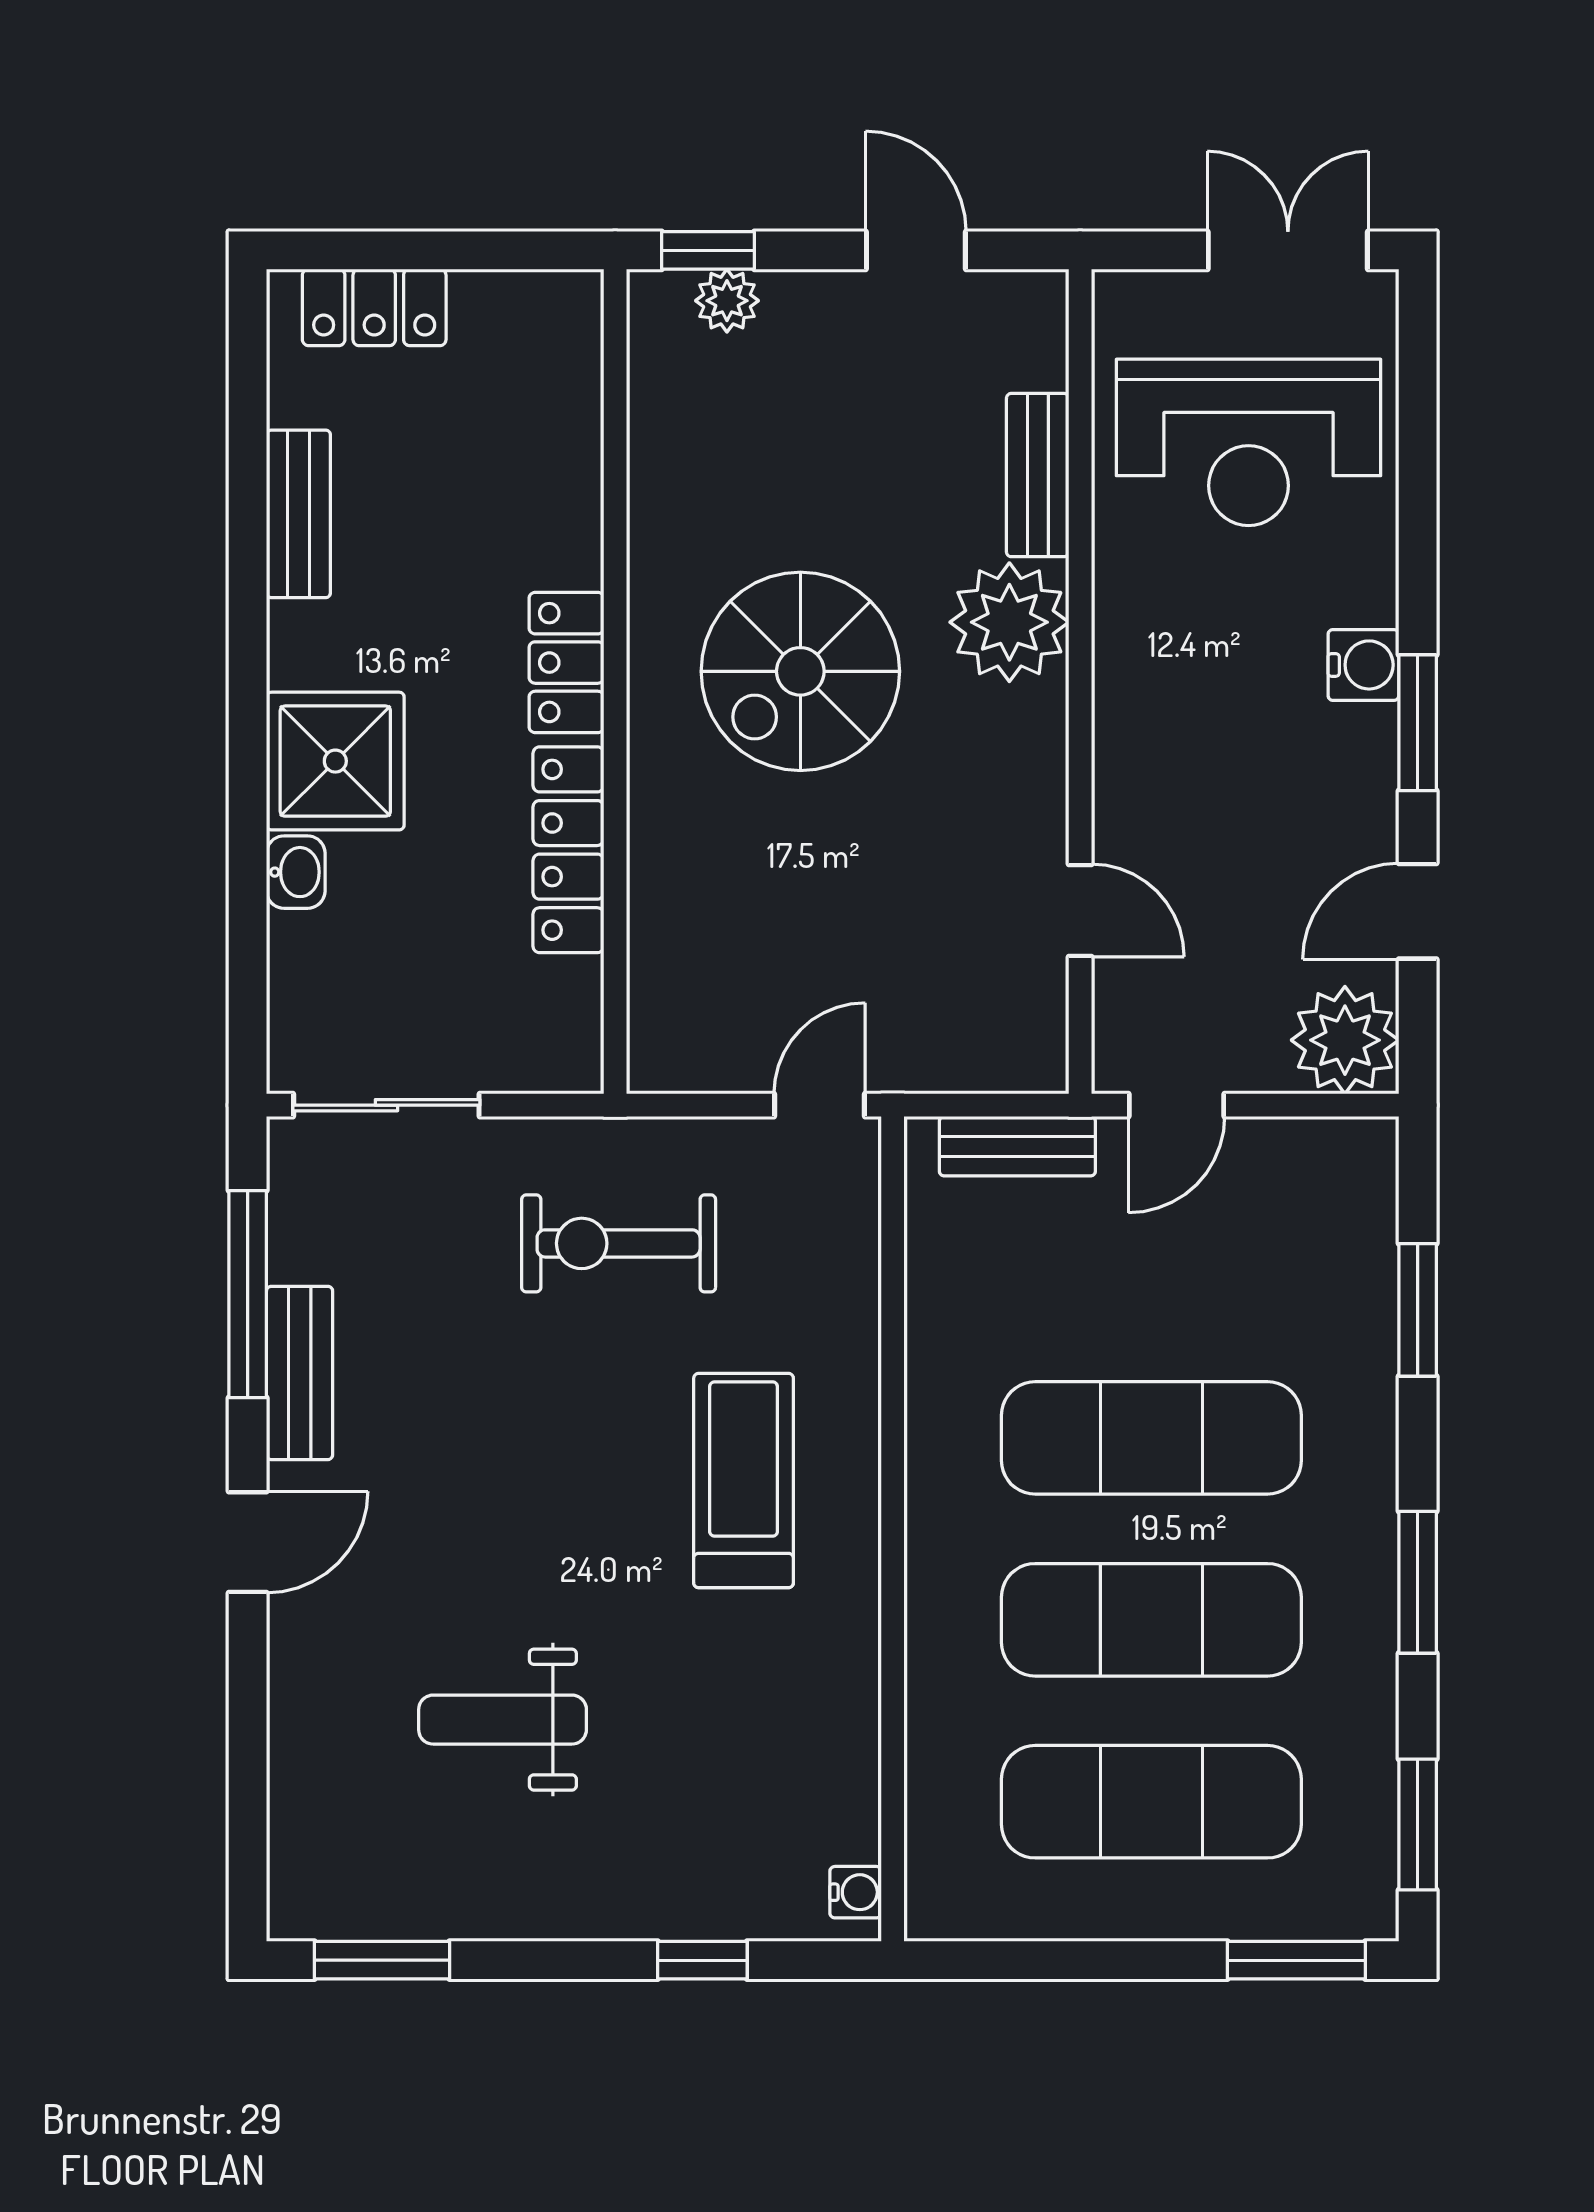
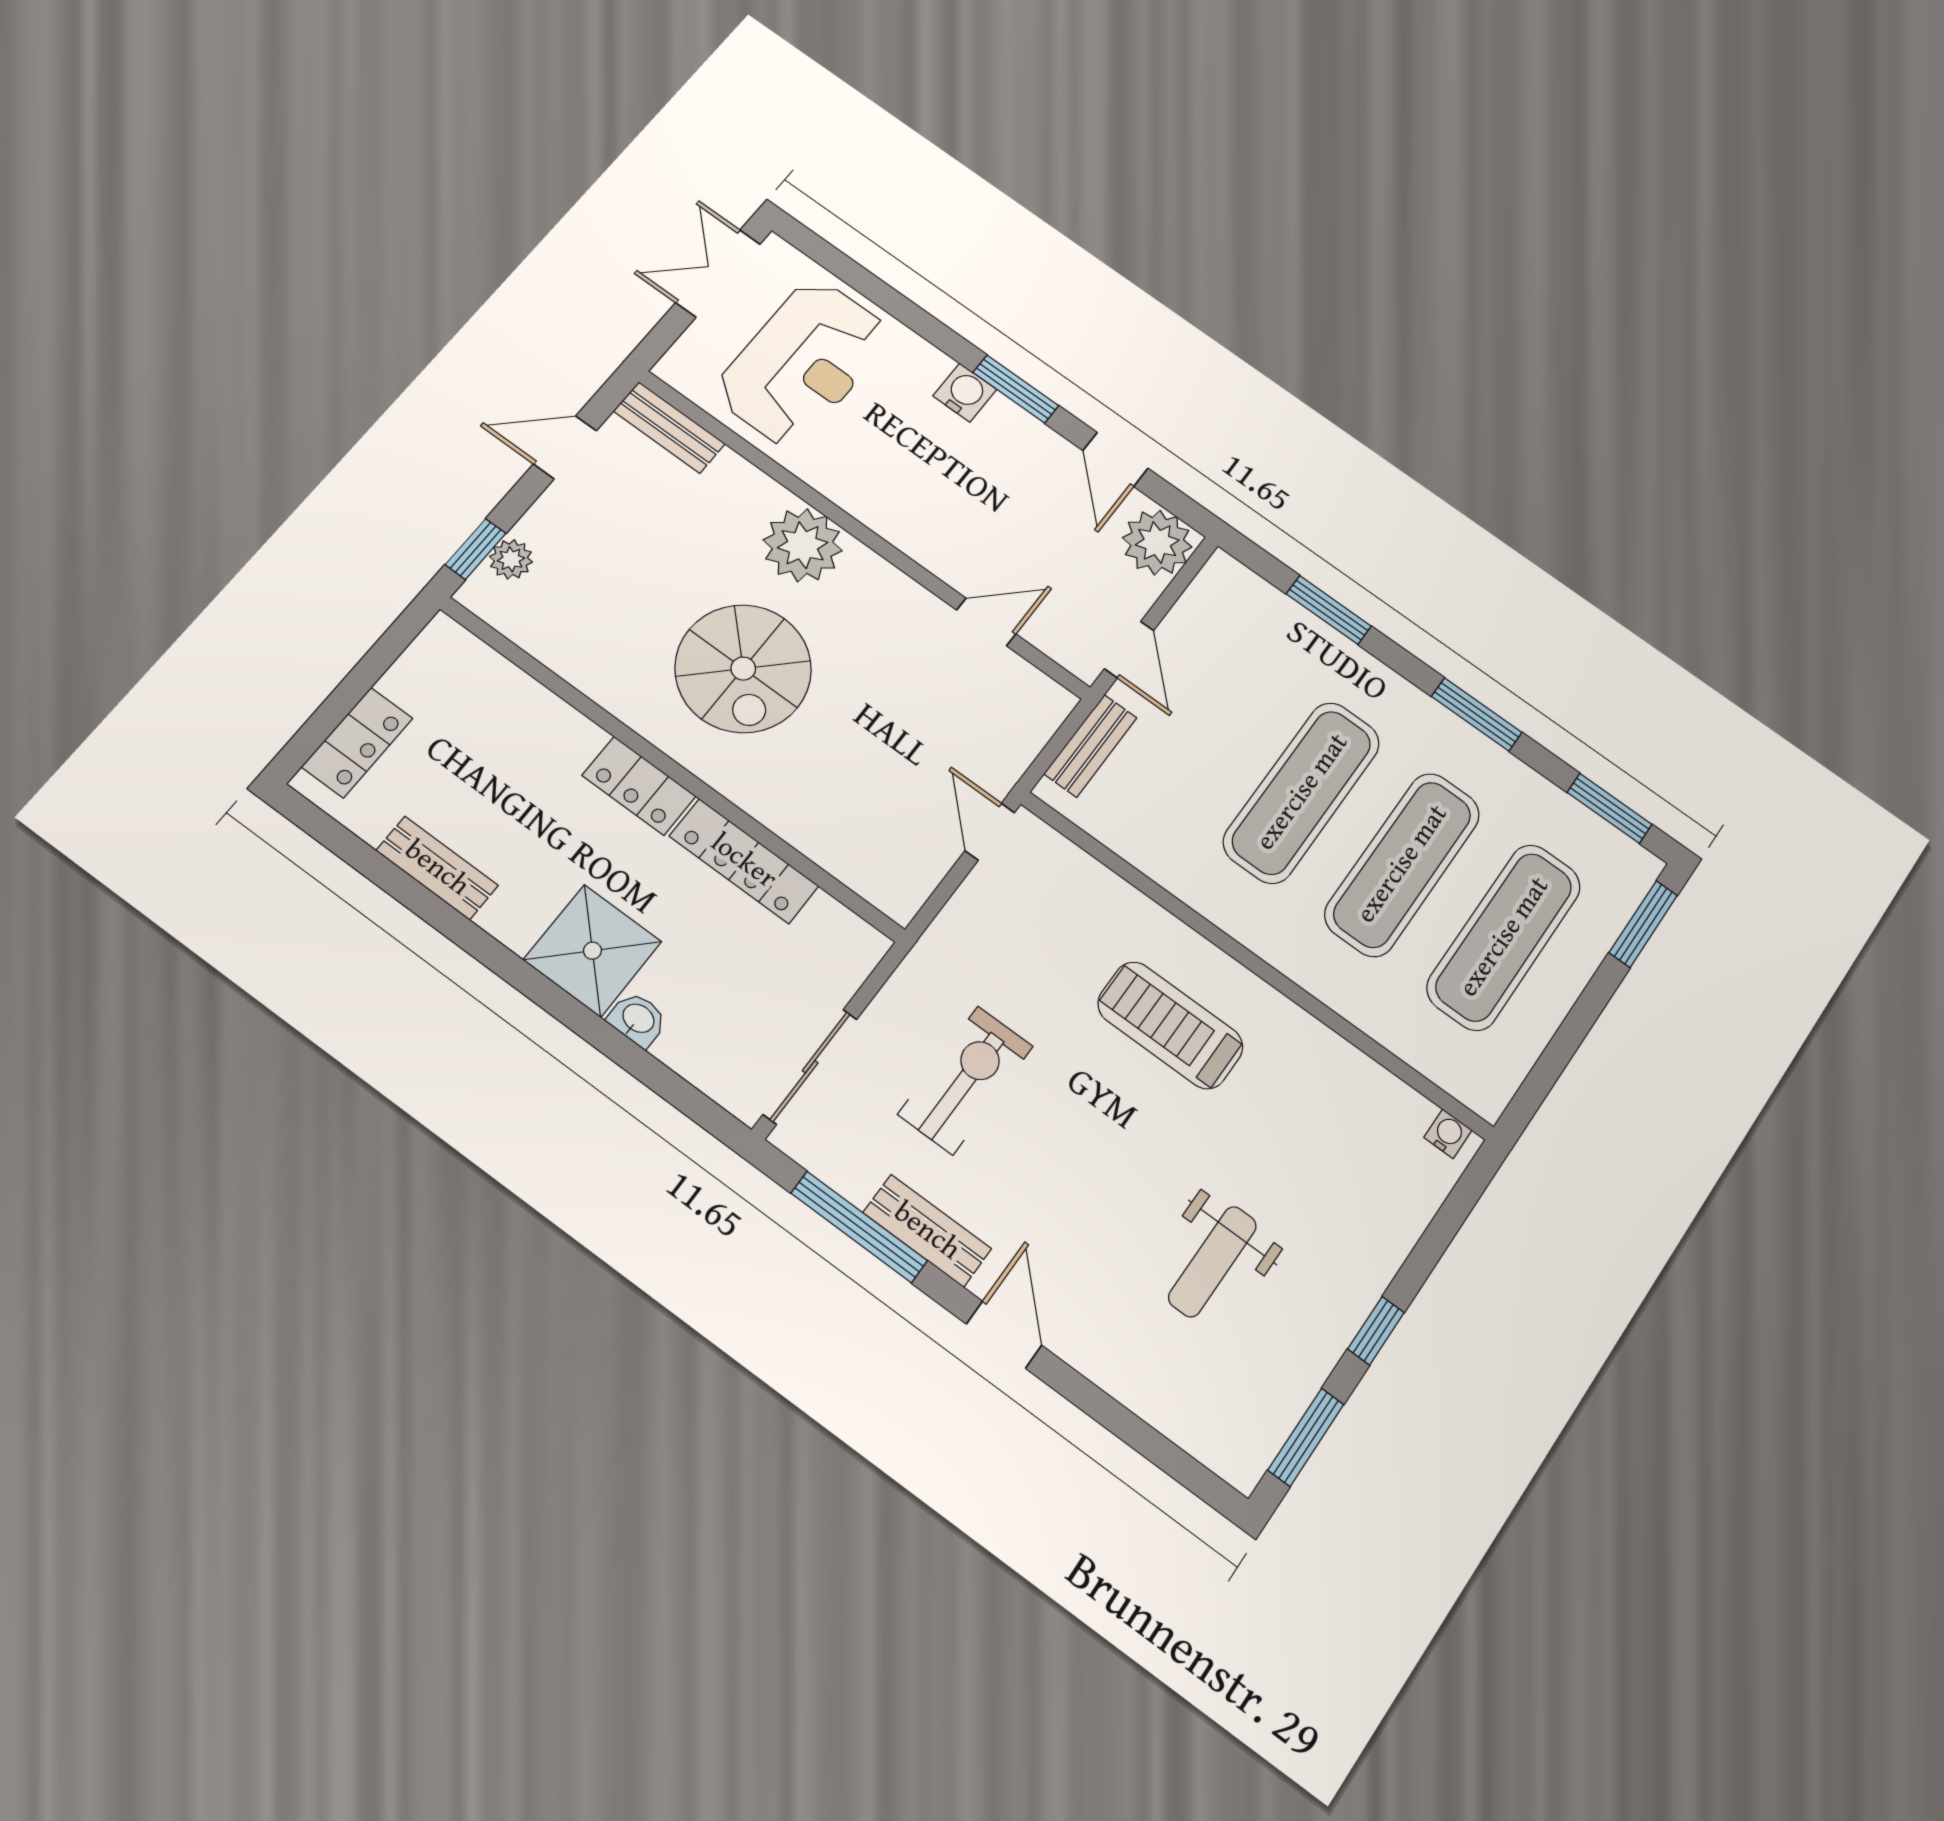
bench: (1038, 475) -> (669, 427), moved
exercise bike: (619, 1243) -> (966, 1080), moved, turned 180
window: (702, 1960) -> (1376, 1331), moved

